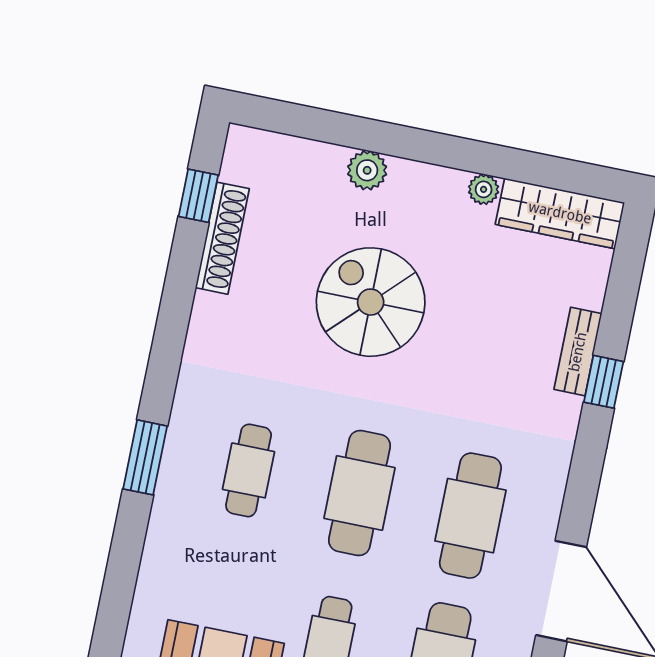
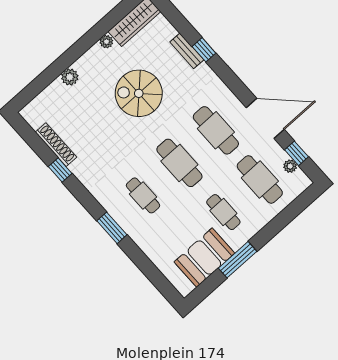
window: (198, 196) -> (60, 170), moved
spiral stairs: (371, 302) -> (139, 93), moved

